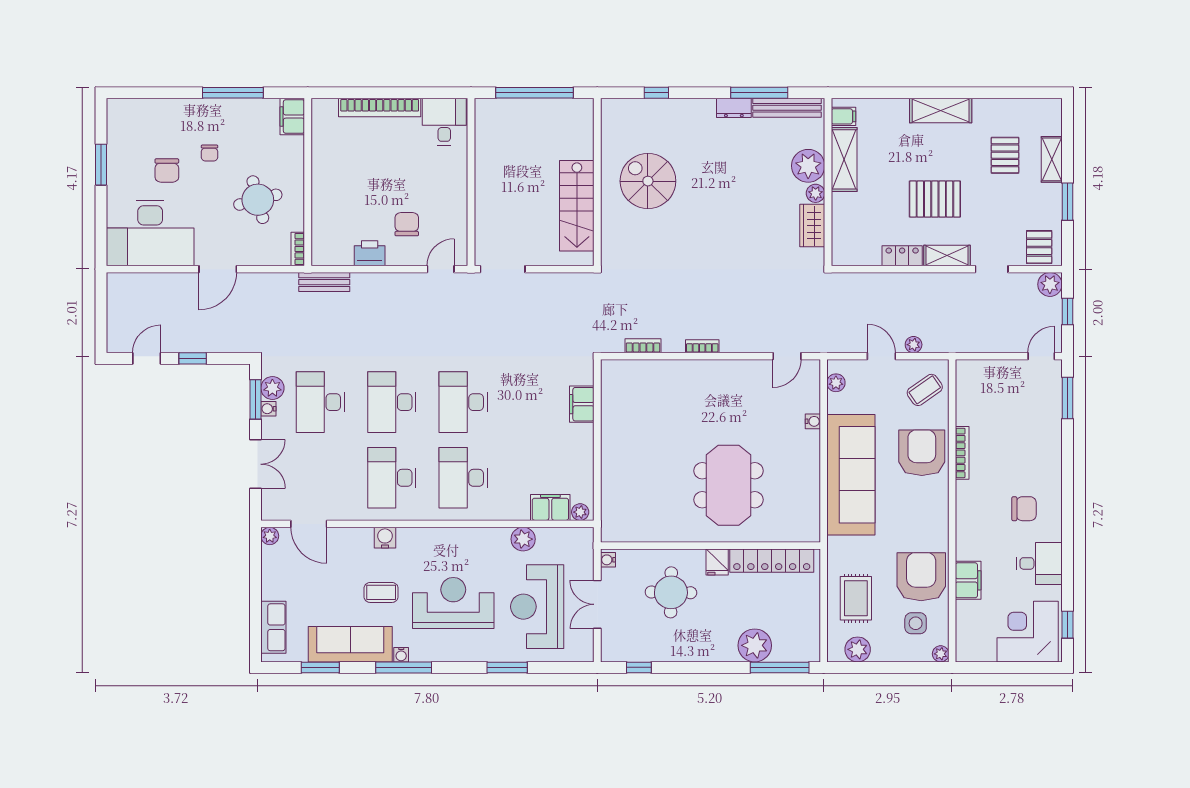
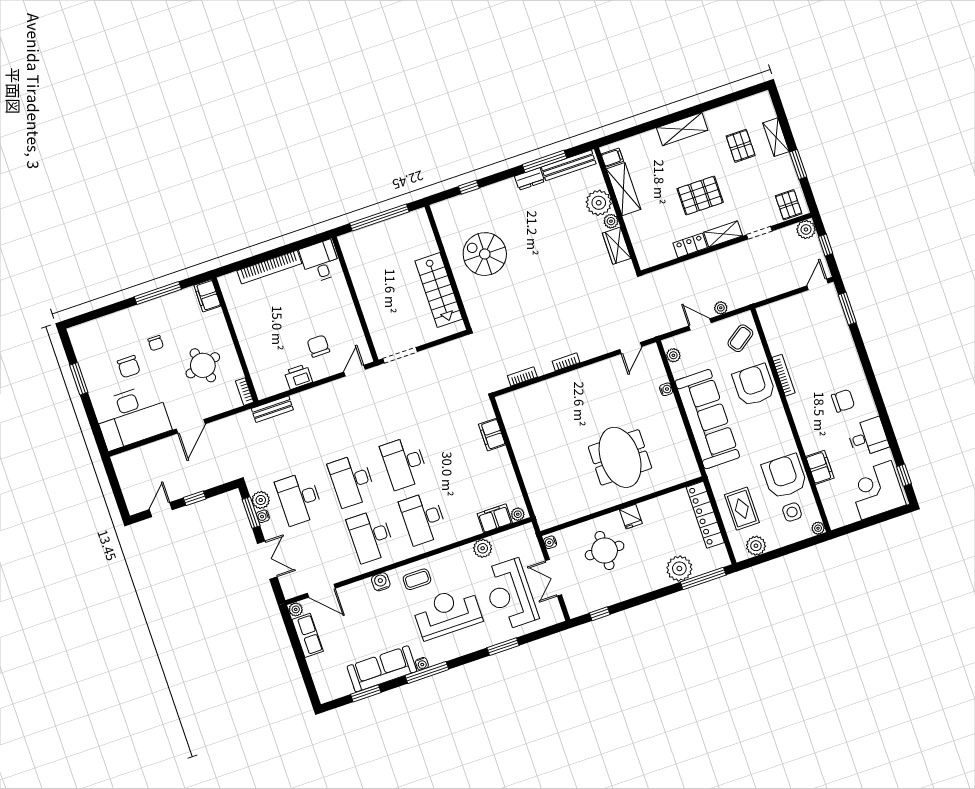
locker: (772, 561) -> (705, 515), moved, turned 90
coffee table: (381, 592) -> (417, 579), moved
row of seats: (273, 627) -> (308, 635), moved

